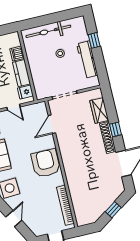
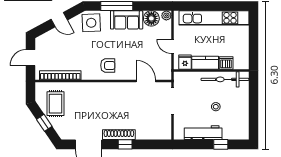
bicycle: (48, 31) -> (225, 79), moved, turned -90
door: (14, 107) -> (173, 46), hinge flipped
wardrobe: (99, 110) -> (148, 133), removed
armchair: (46, 163) -> (108, 65), width x0.53, depth x0.53
rug: (93, 203) -> (56, 104), added

